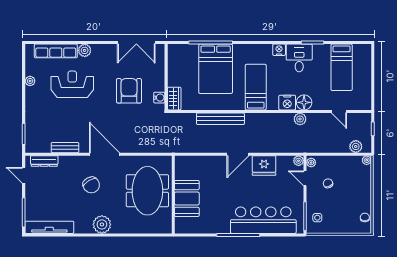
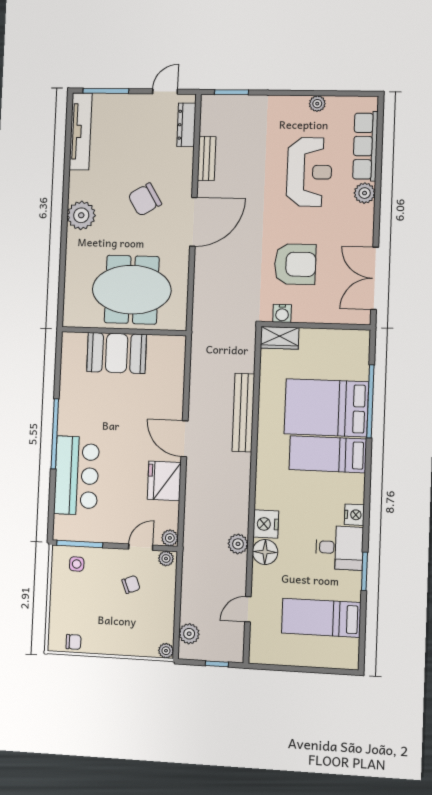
bed: (256, 87) -> (328, 454), moved, turned 180
bar counter: (263, 220) -> (76, 476), width x0.73

